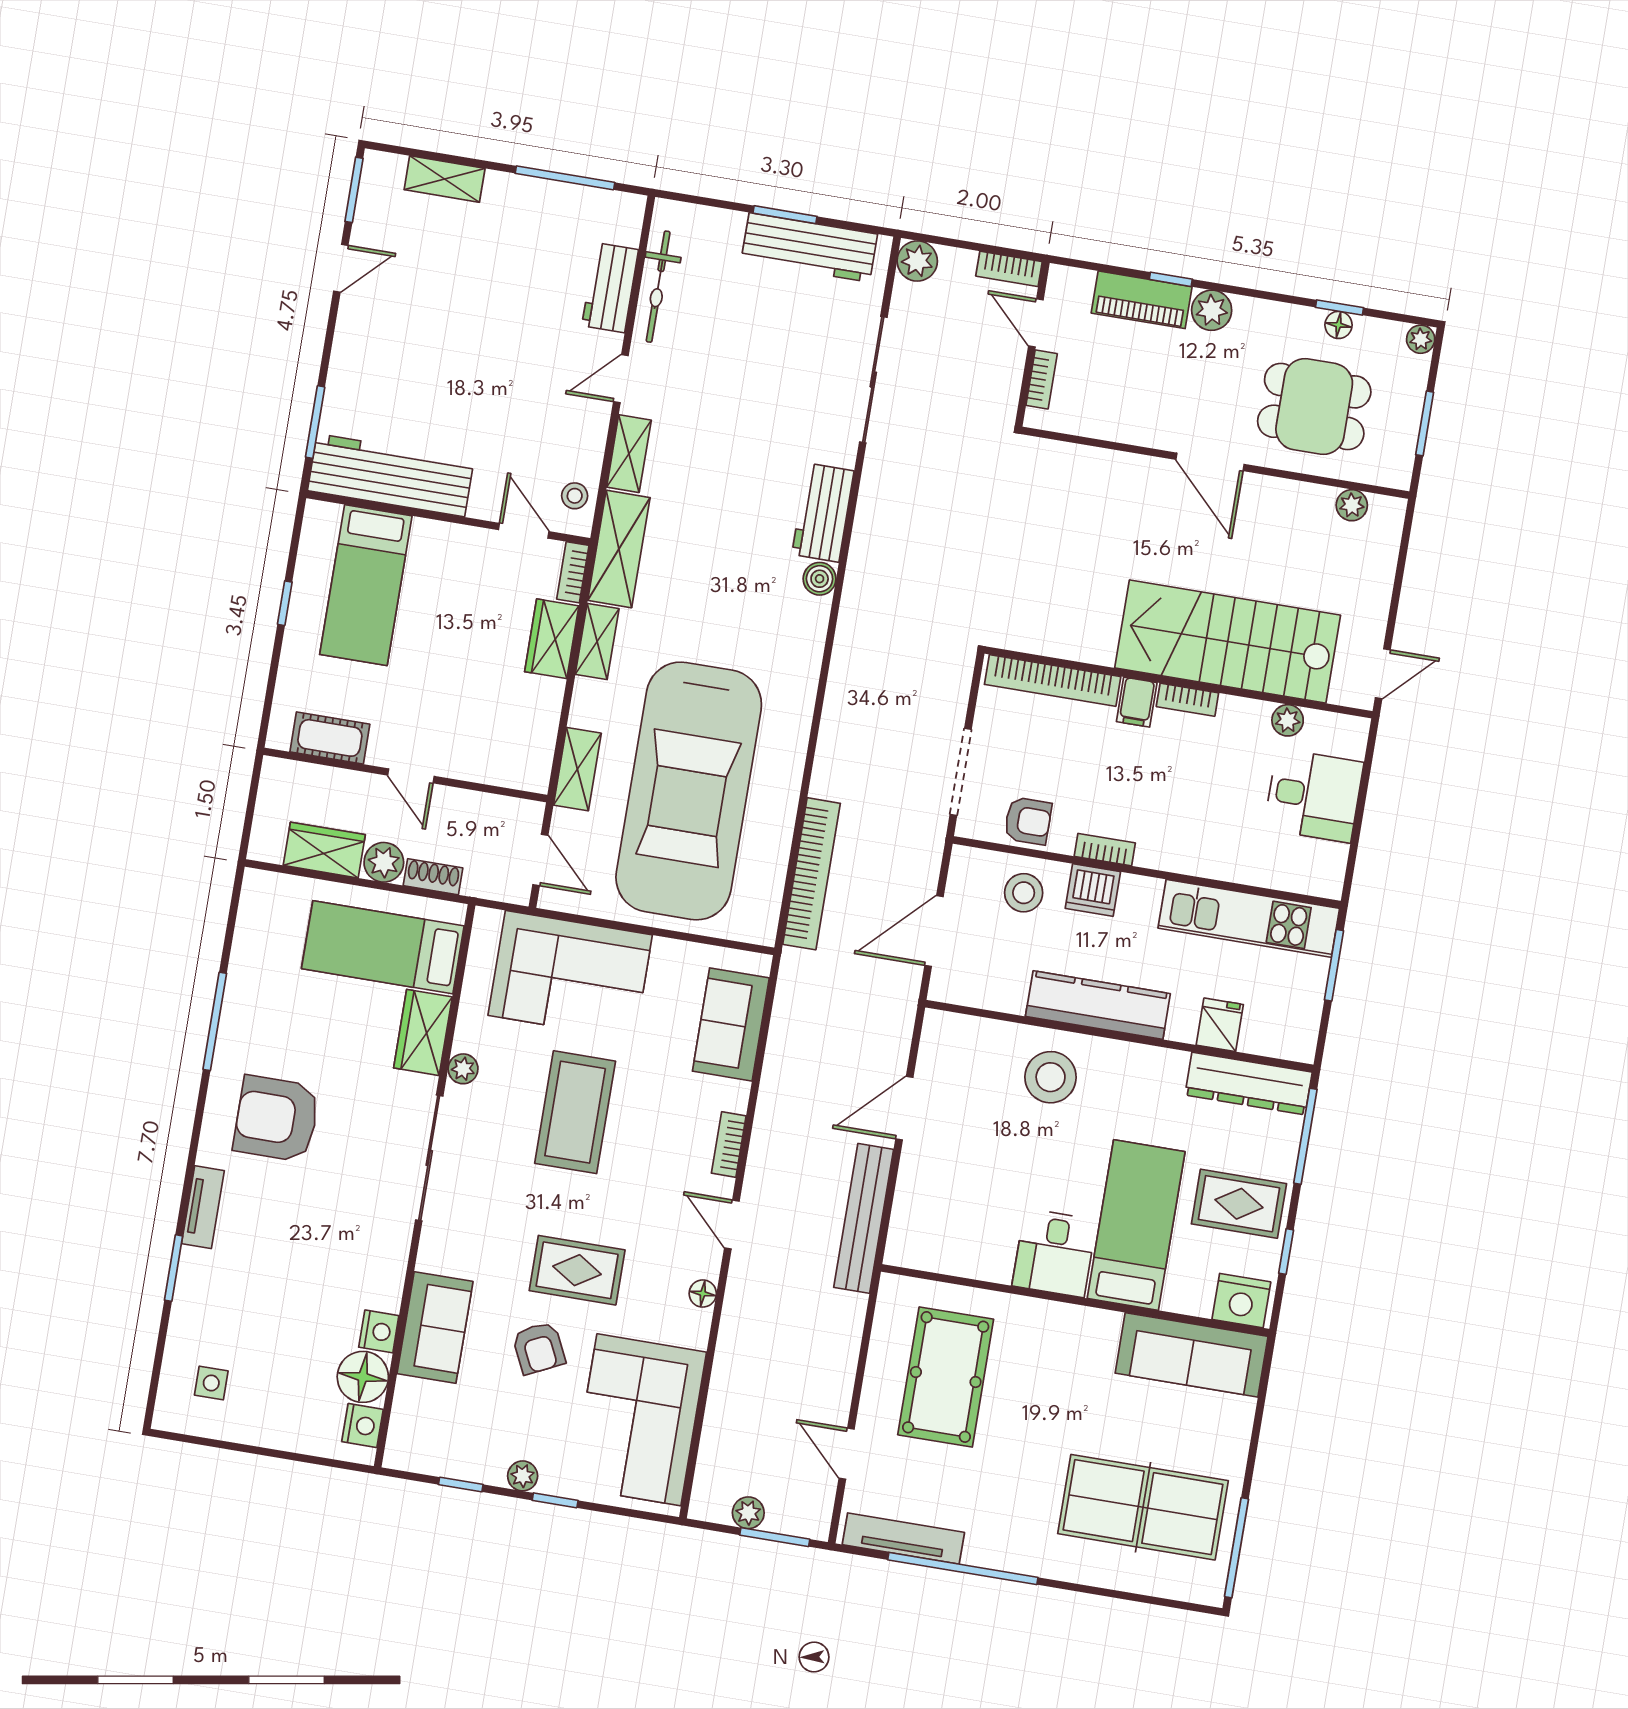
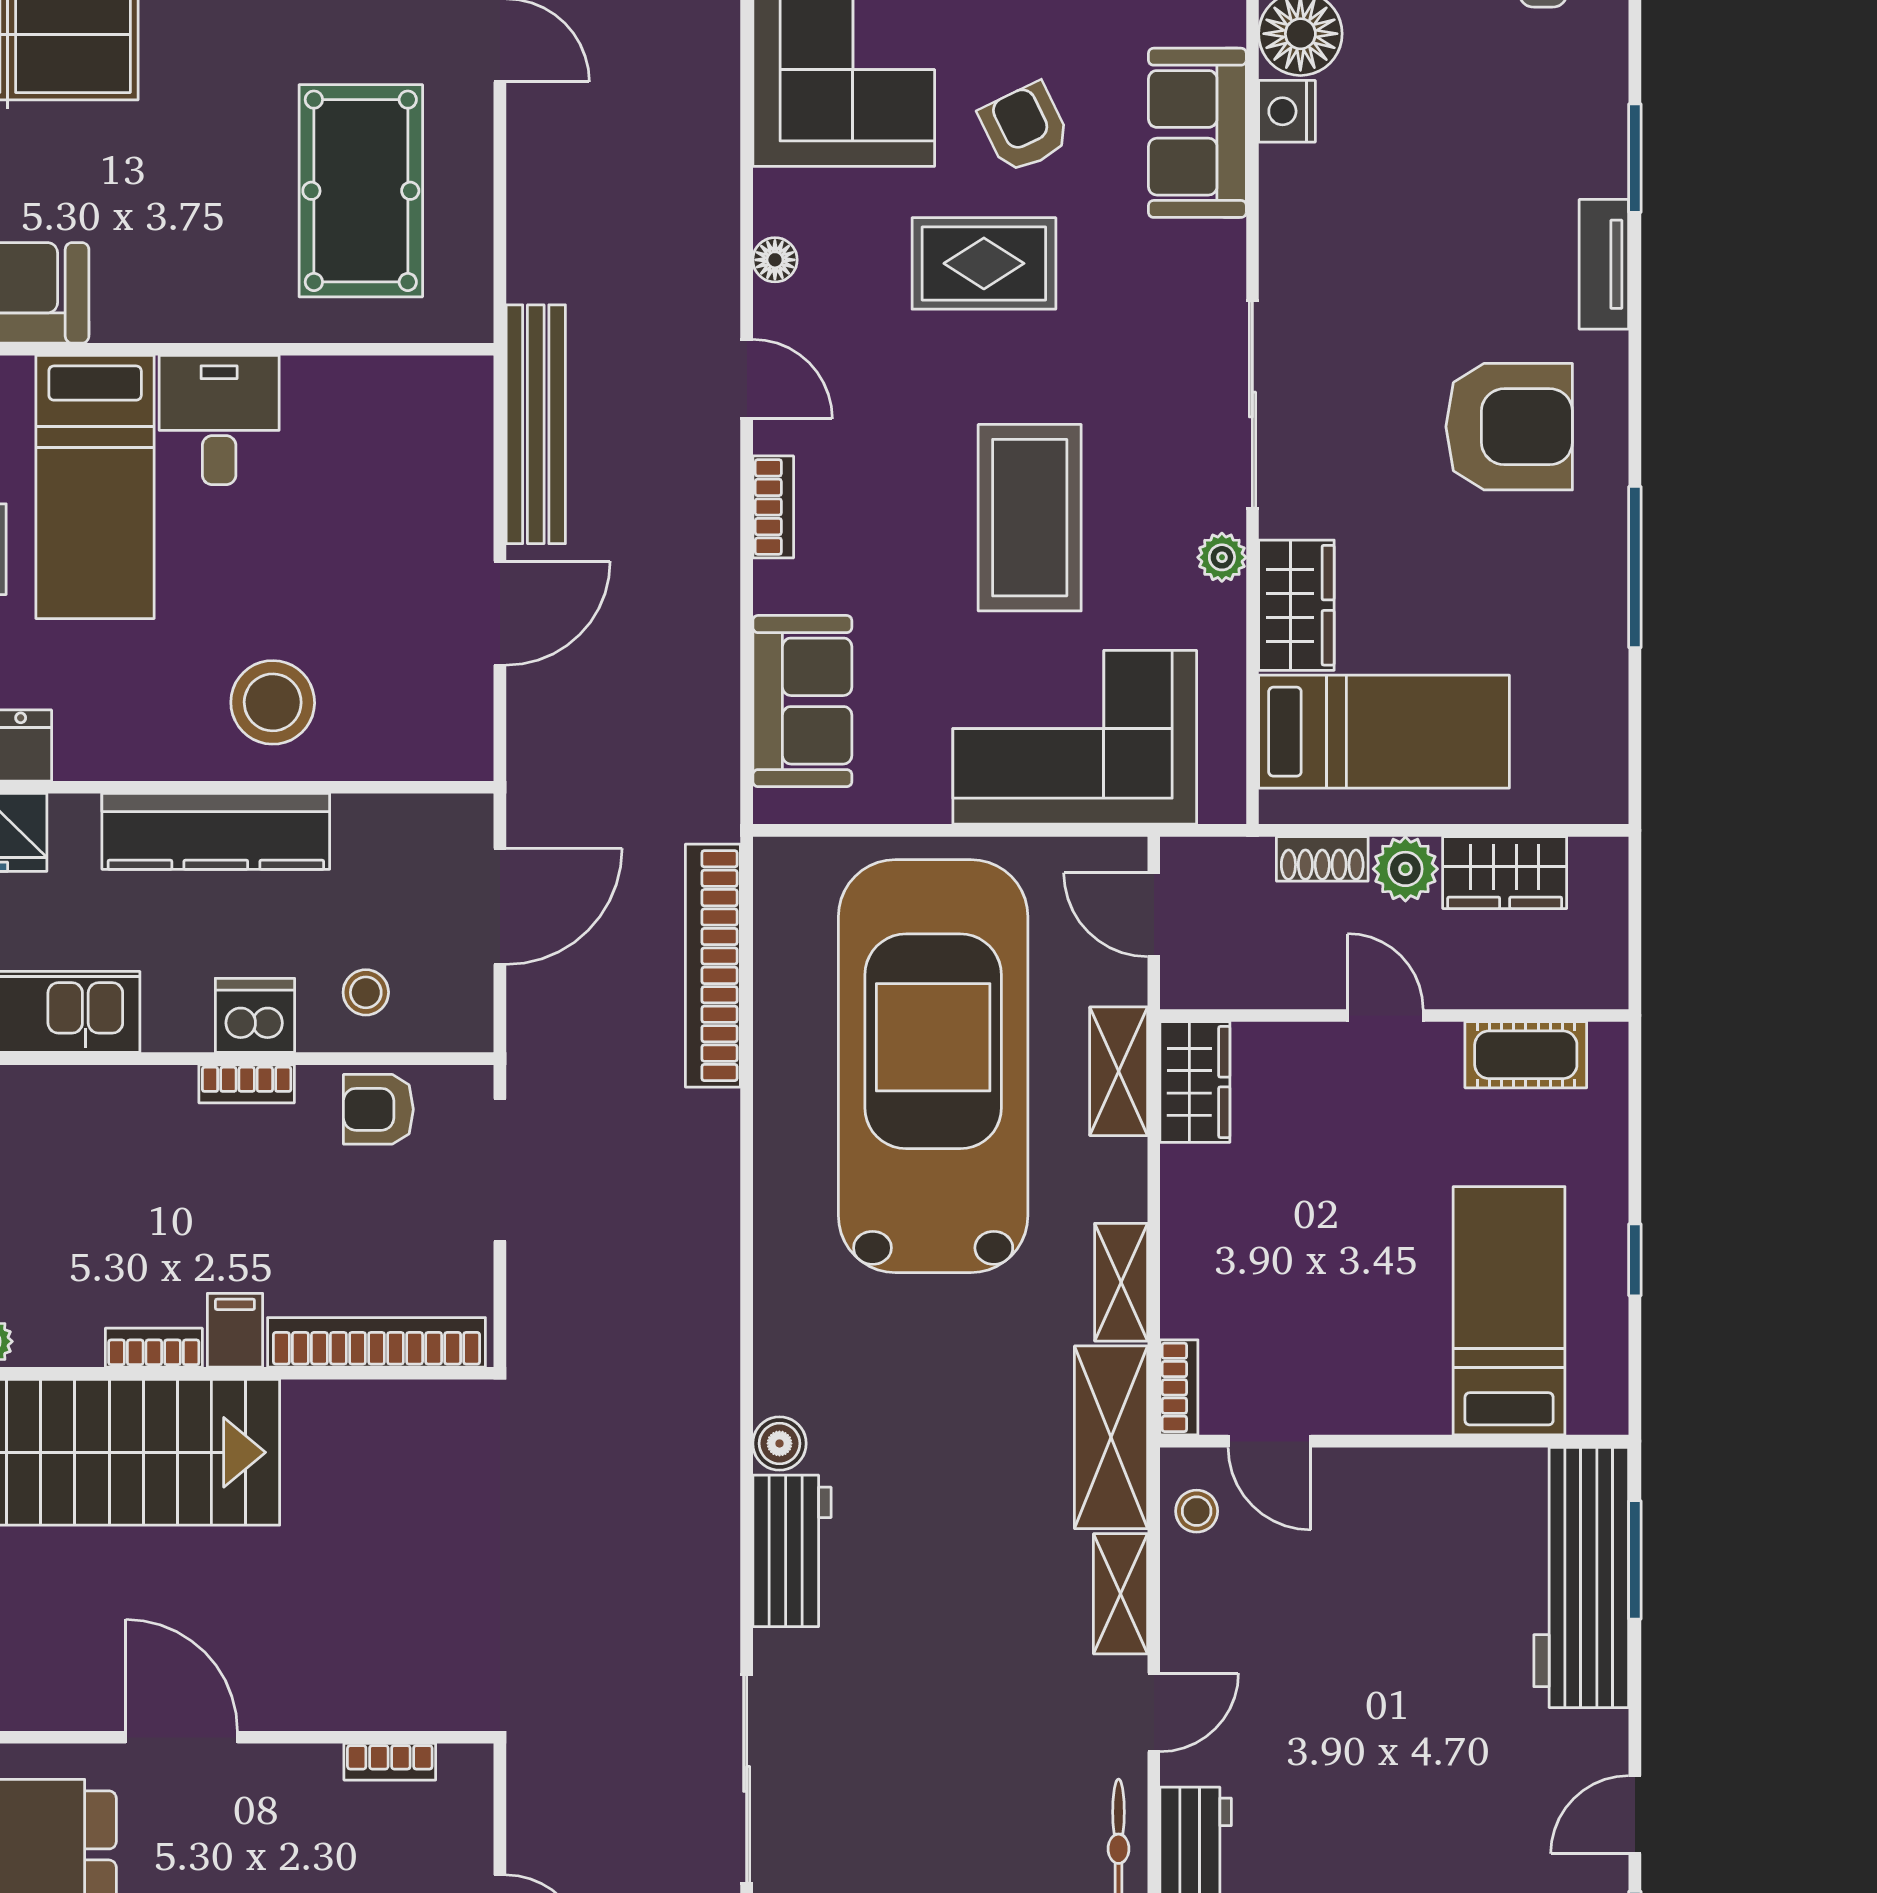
bookcase: (1042, 380) -> (390, 1762), moved, turned -90
workbench: (391, 475) -> (1581, 1577), moved, turned 90
wardrobe: (552, 639) -> (1195, 1082), moved
stool: (1024, 893) -> (366, 992), width x0.73, depth x0.73

